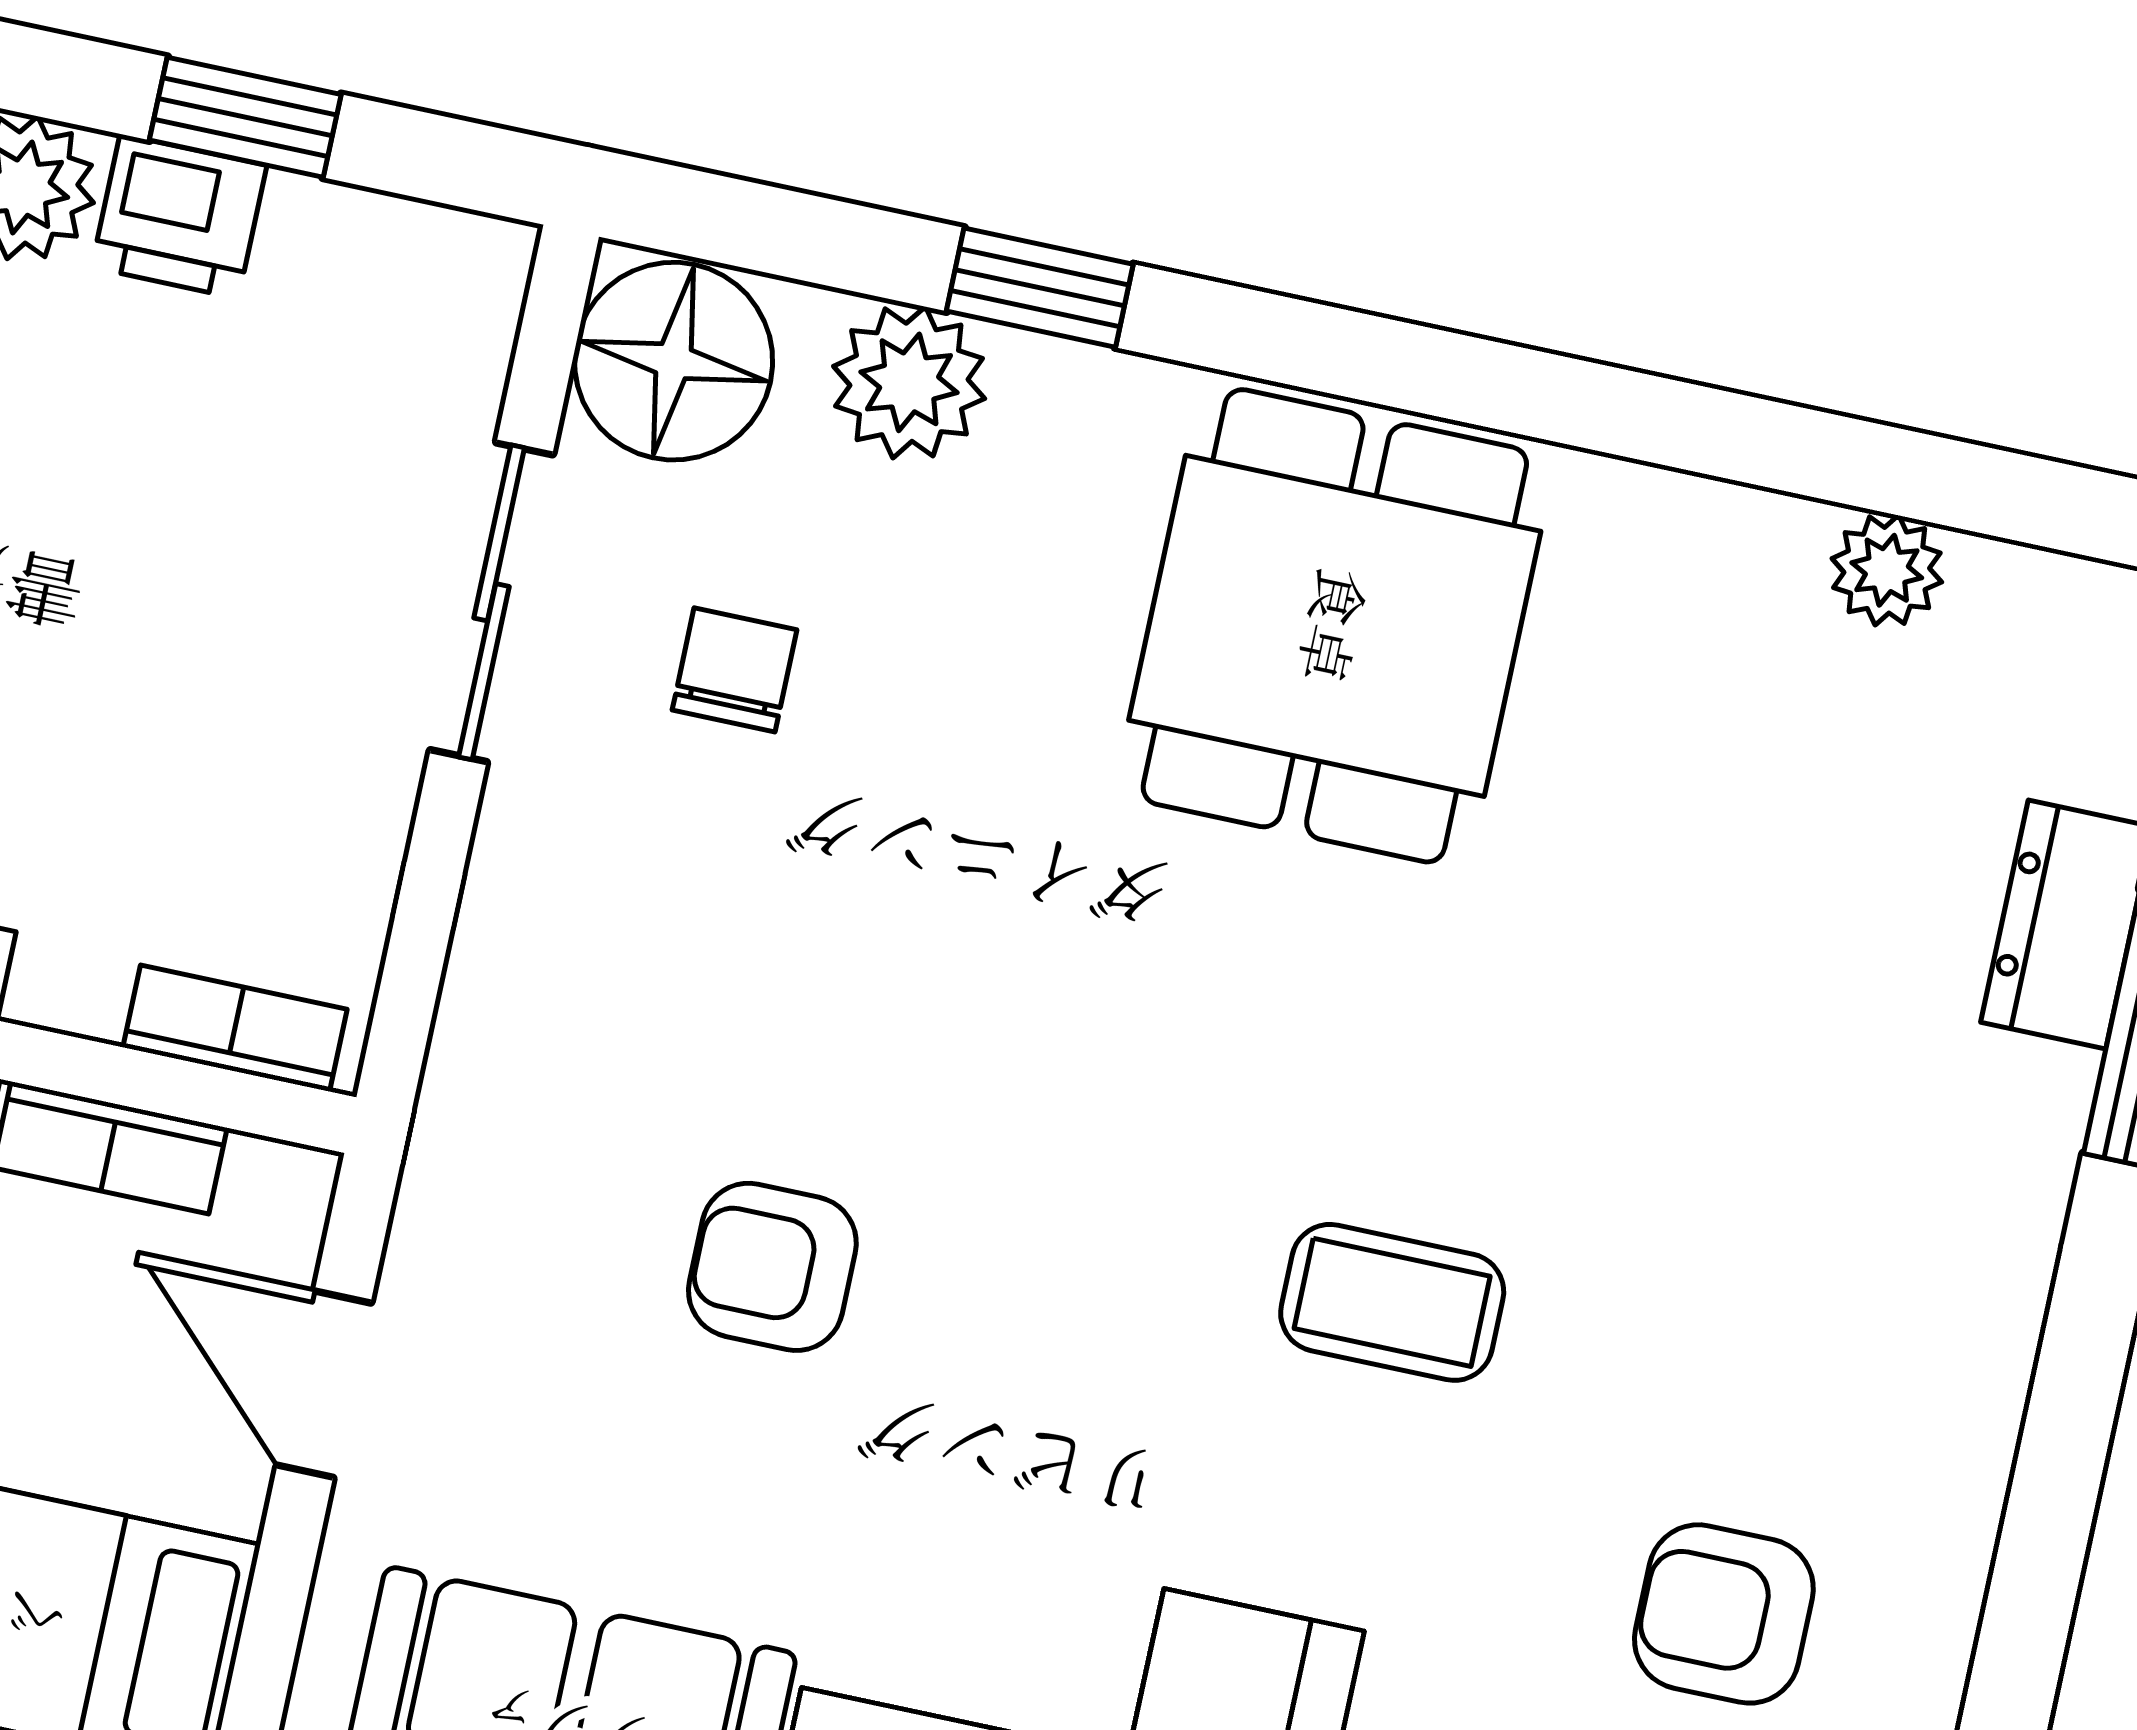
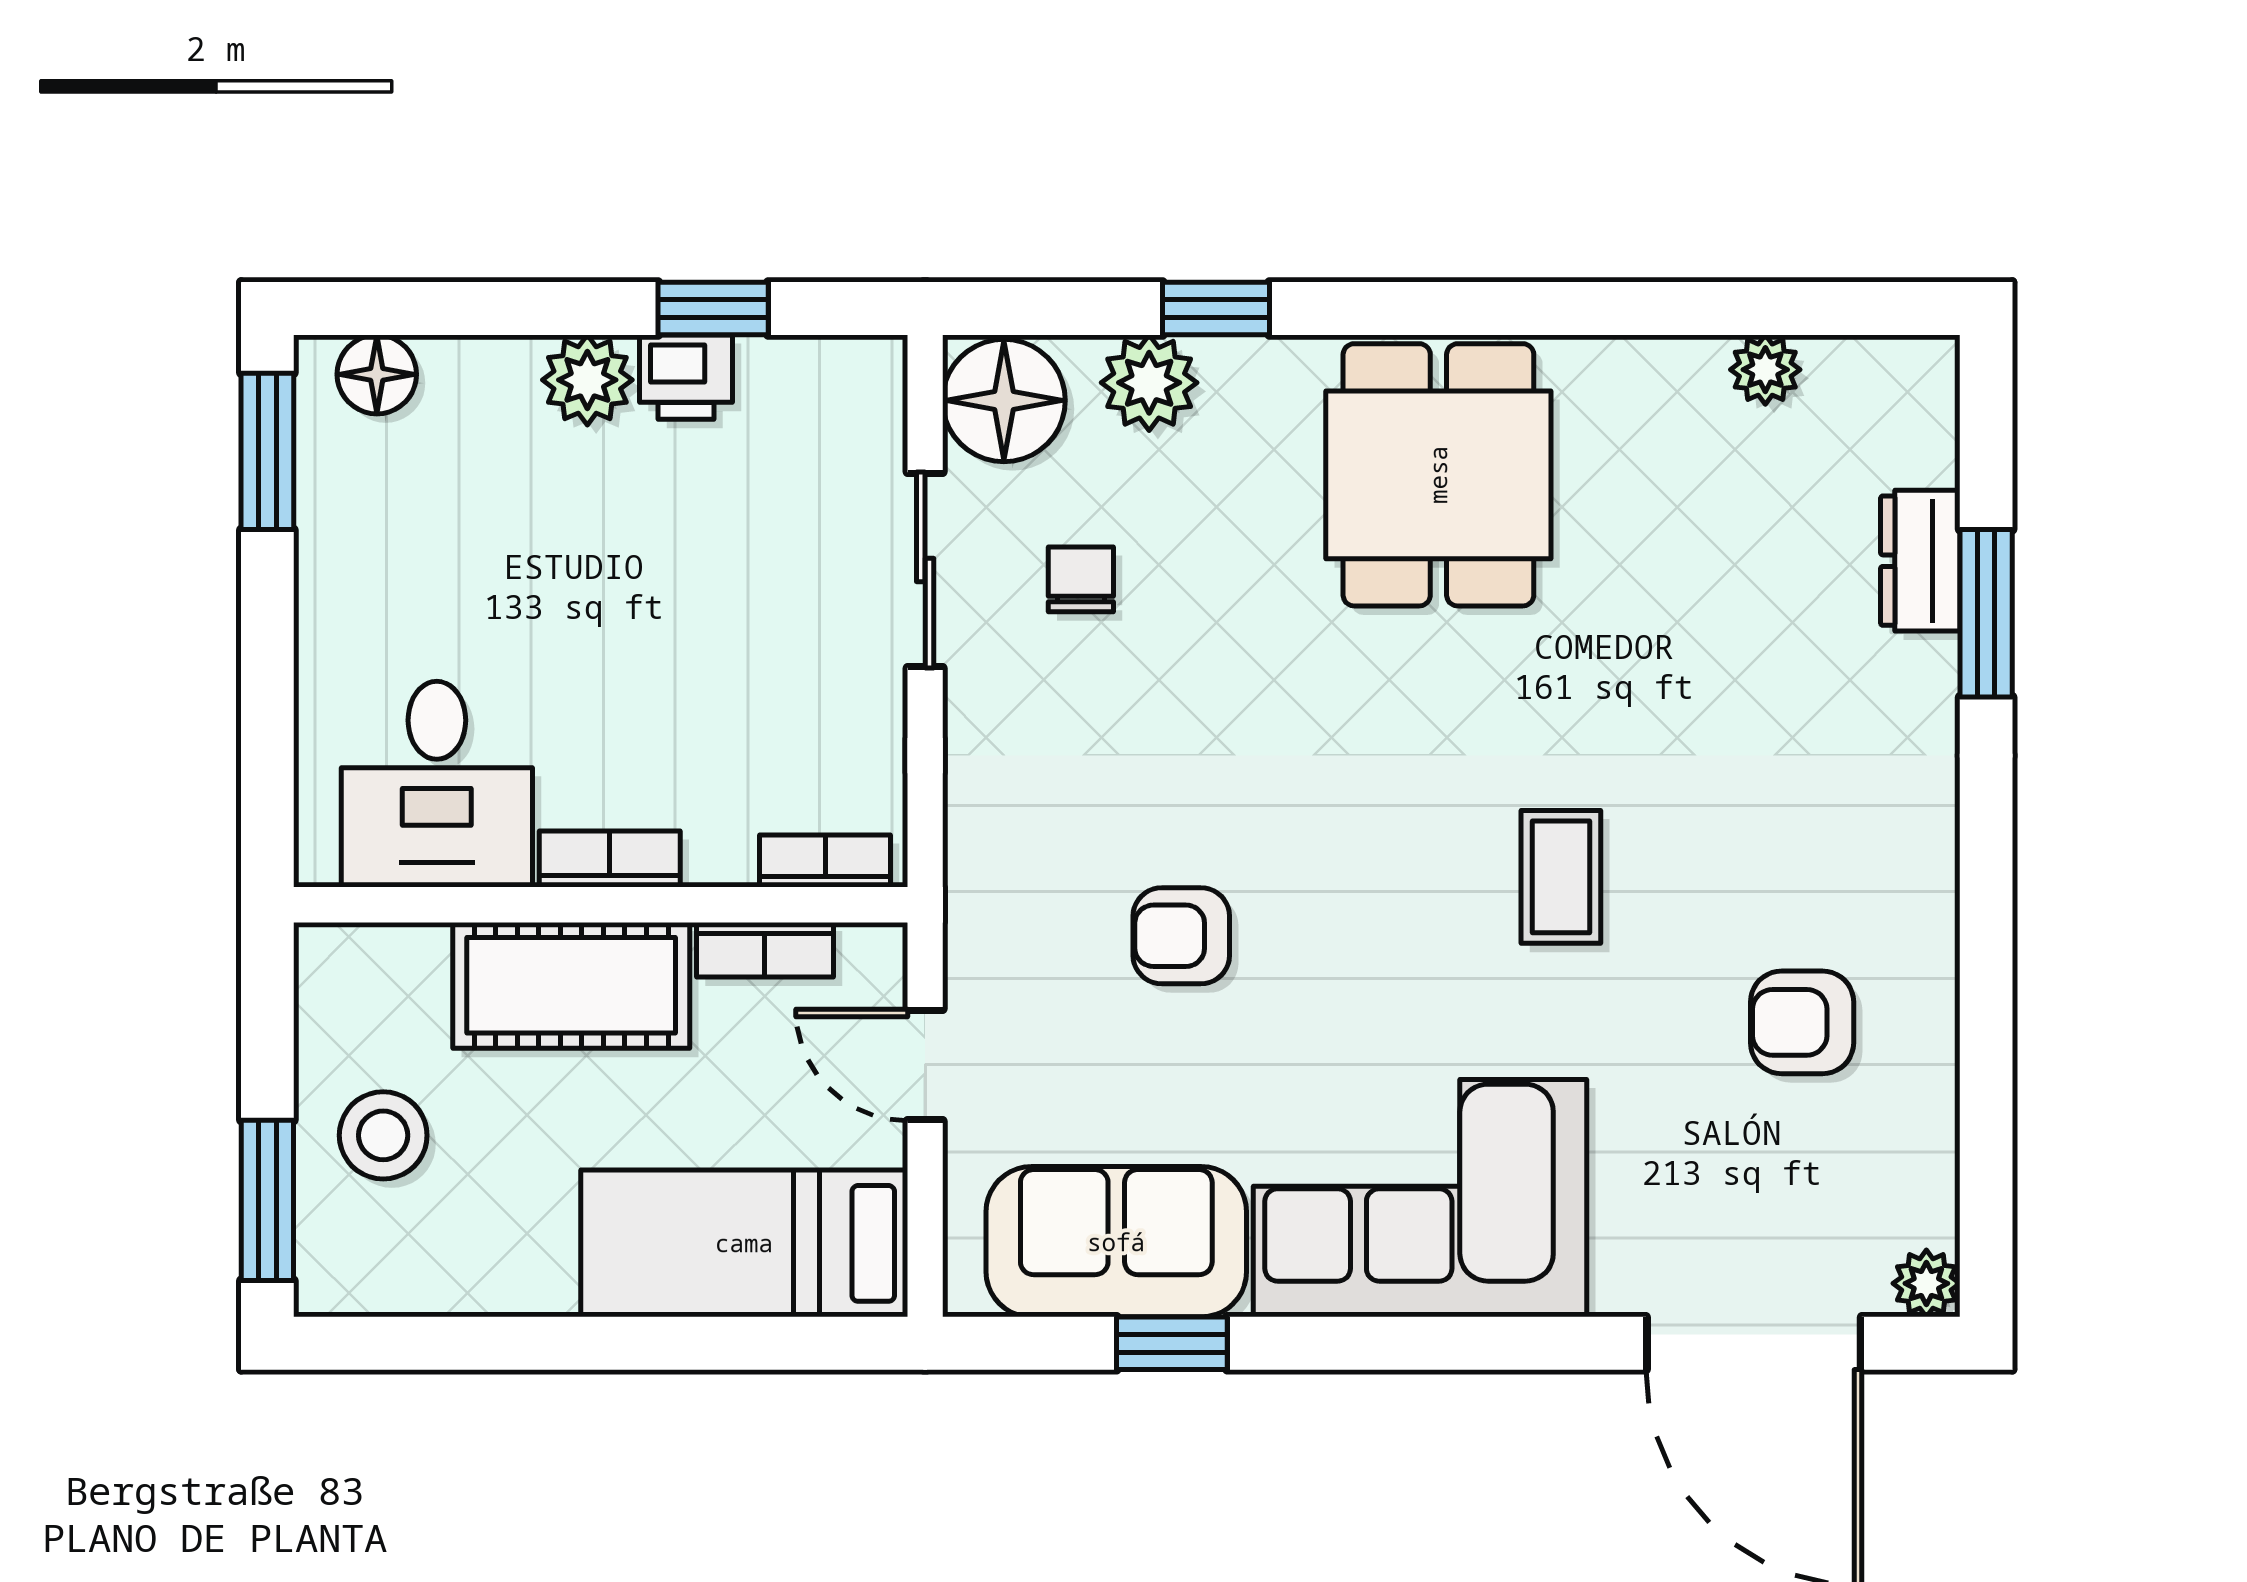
coffee table: (1392, 1302) -> (1561, 877), turned 90

